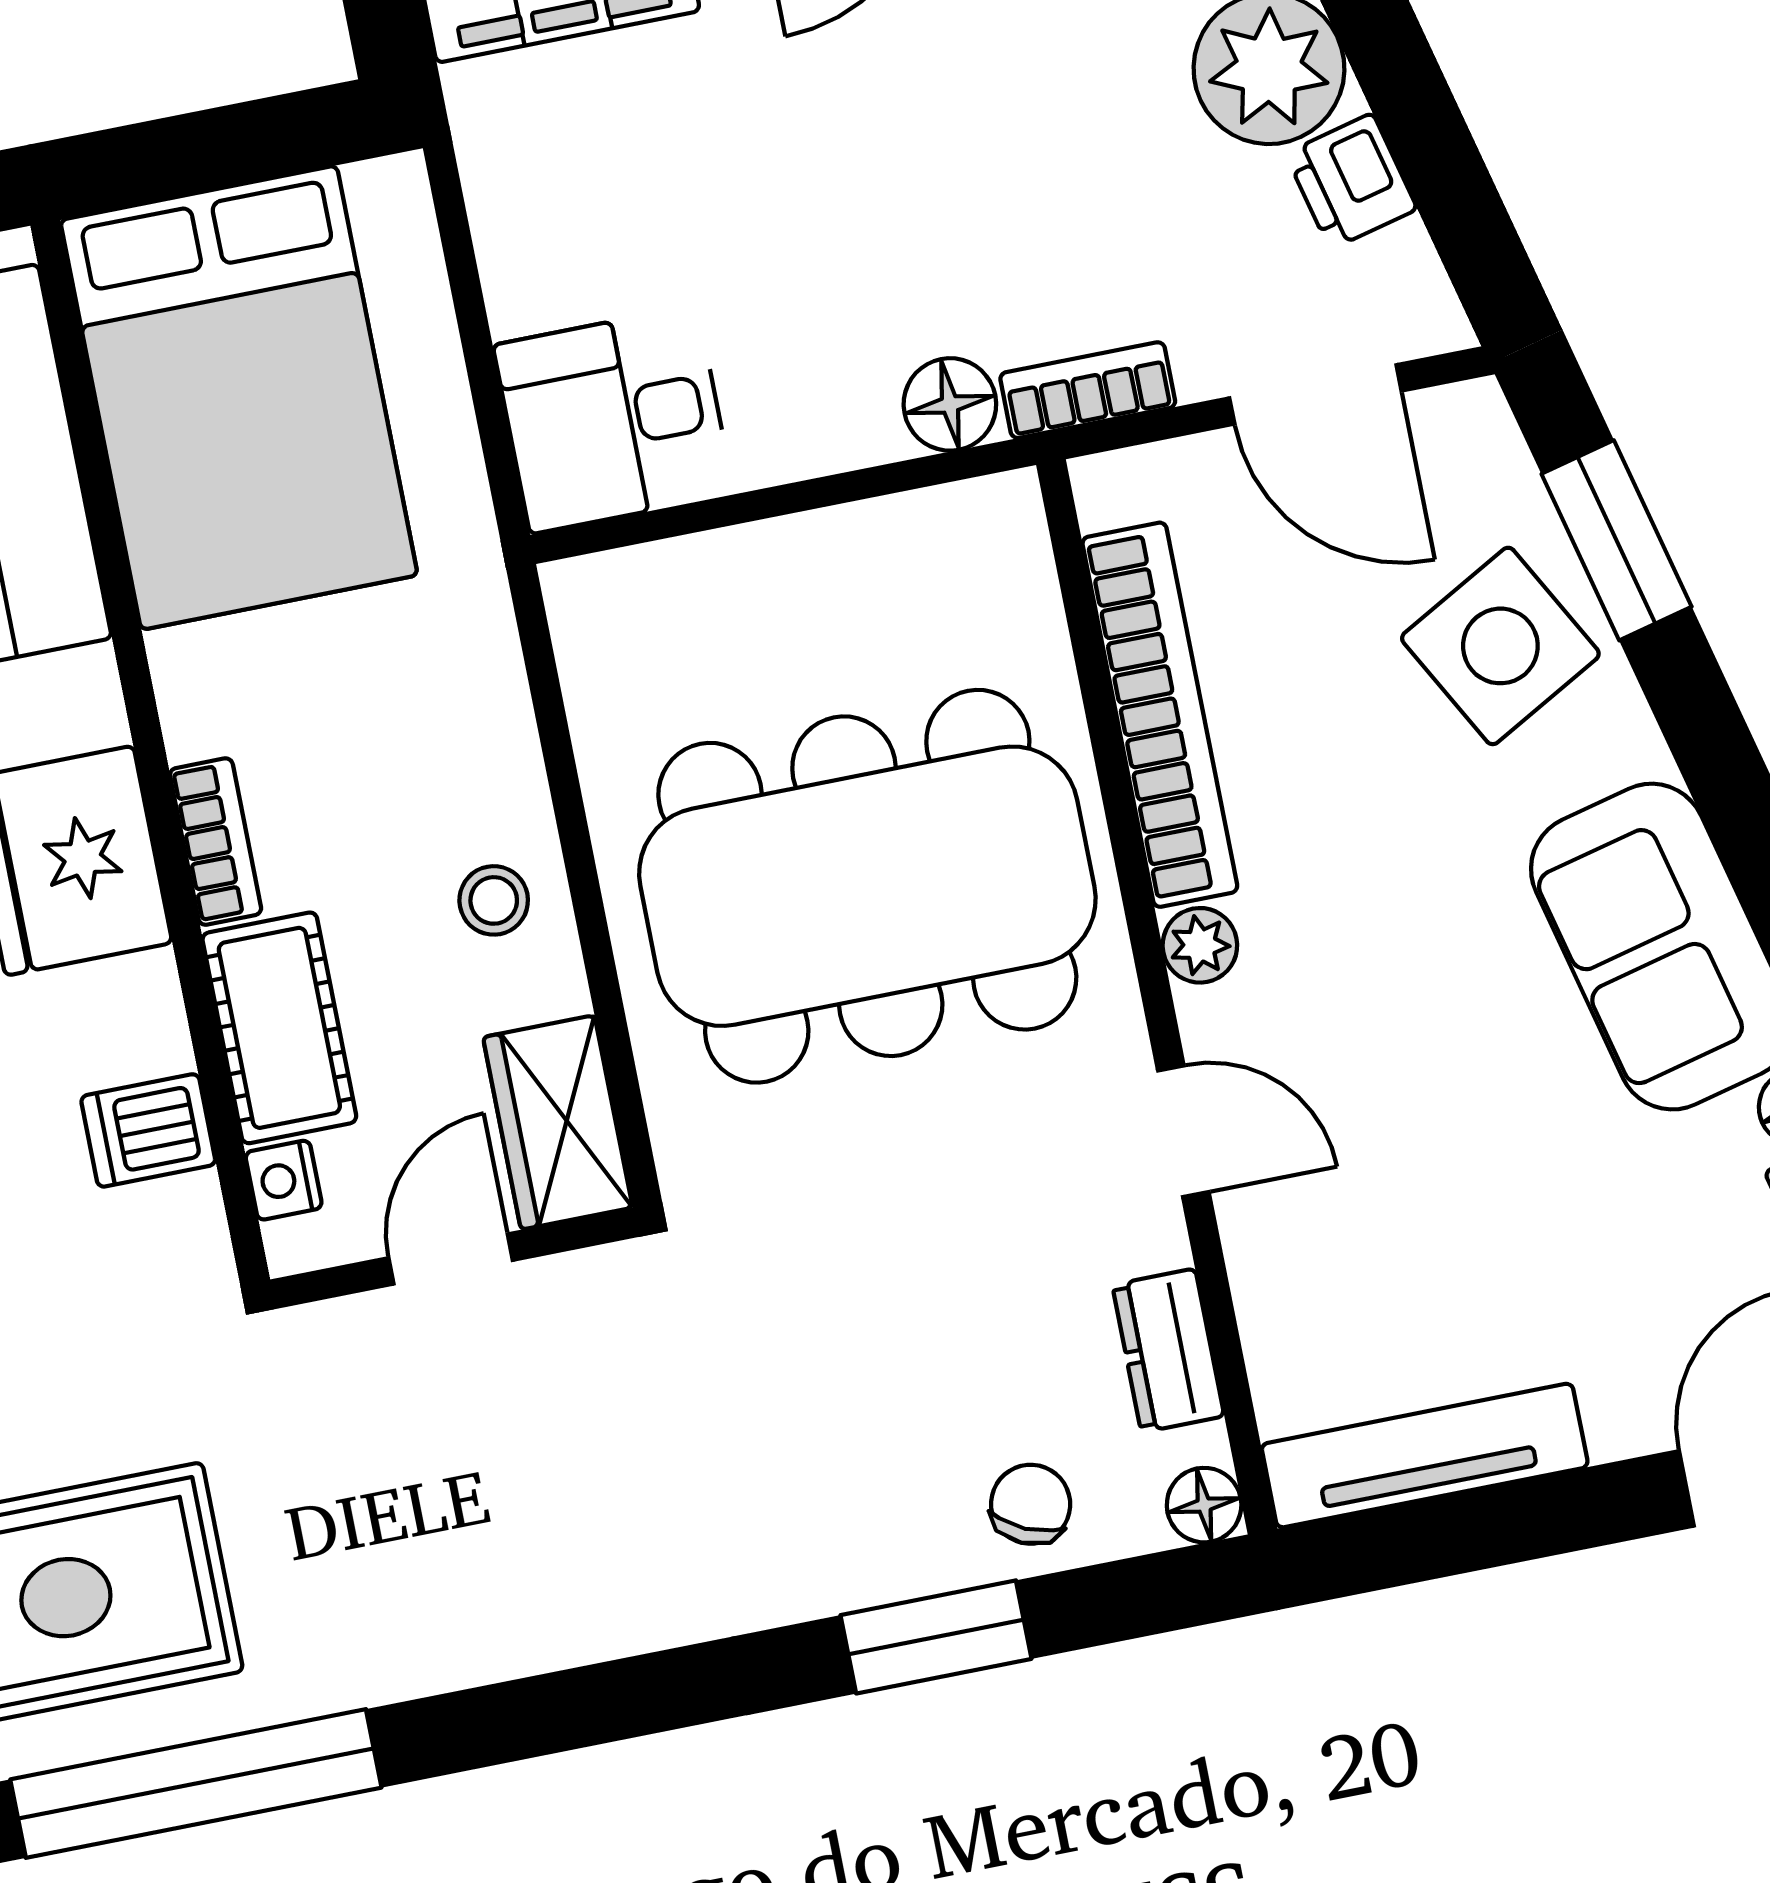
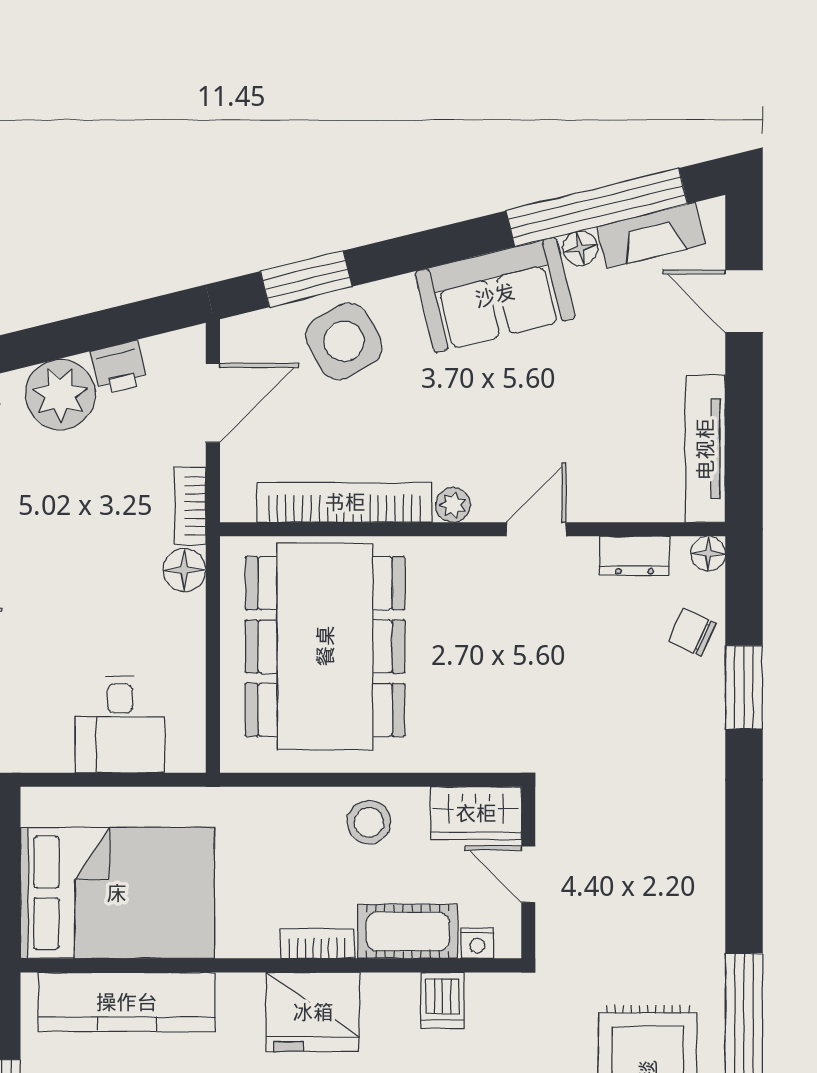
desk: (614, 420) -> (120, 724), moved
dining table: (867, 886) -> (325, 646), moved
stool: (494, 900) -> (369, 822), width x1.37, depth x1.37

